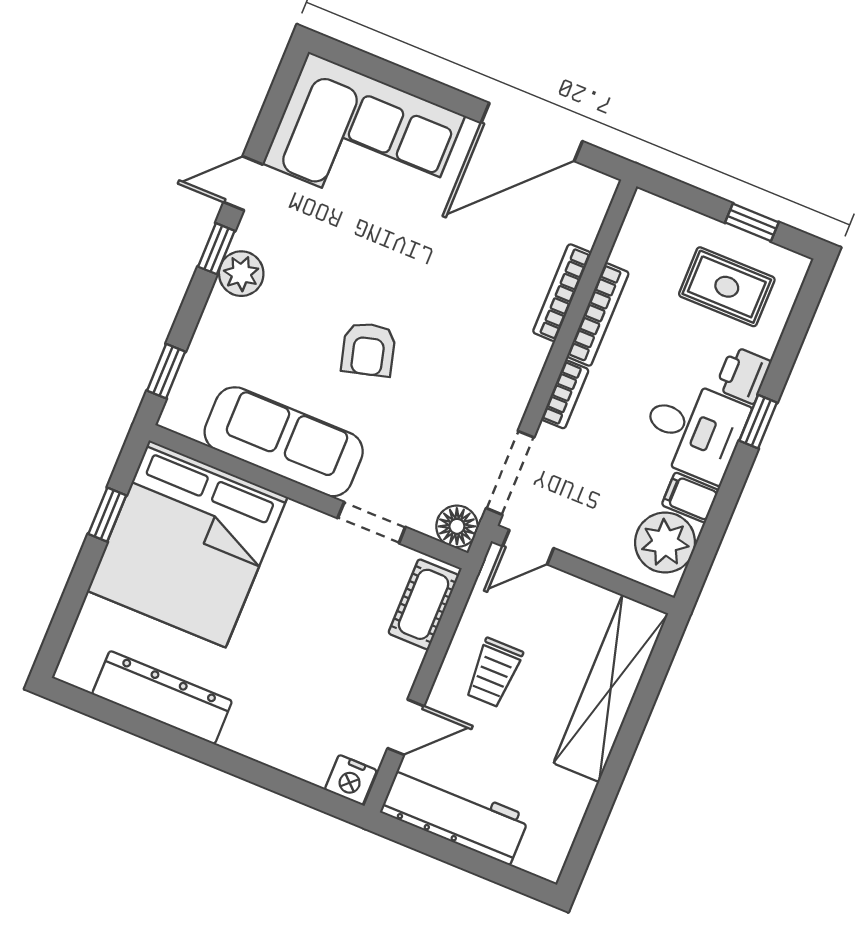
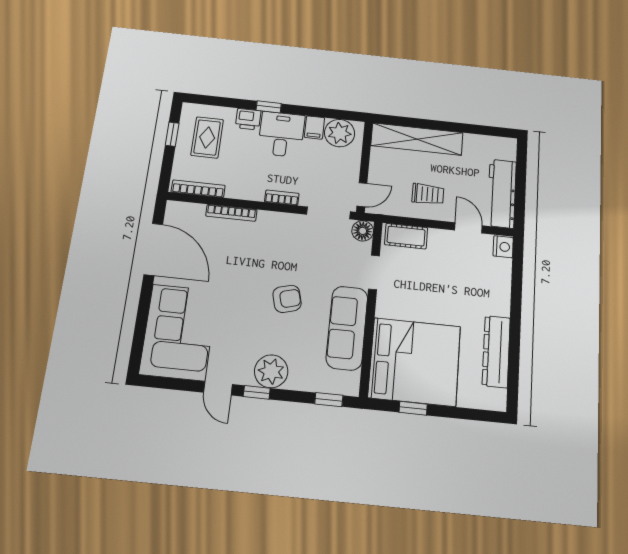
plant: (241, 274) -> (271, 371), width x1.36, depth x1.36
bookcase: (598, 314) -> (198, 189), moved
door: (528, 547) -> (362, 195), hinge flipped

